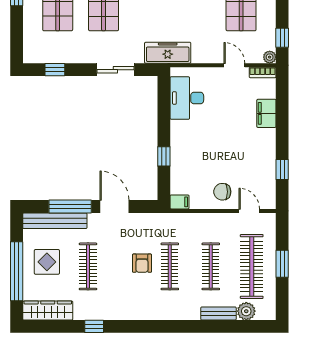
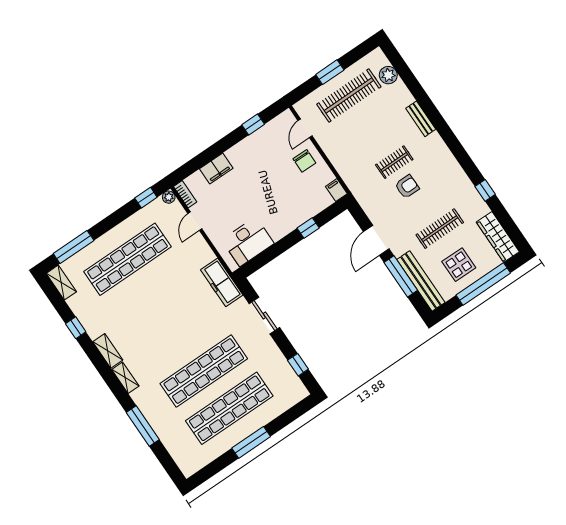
clothes rail: (170, 266) -> (394, 162), width x0.73
clothes rail: (211, 266) -> (372, 129), removed
bench: (218, 313) -> (421, 119), moved

